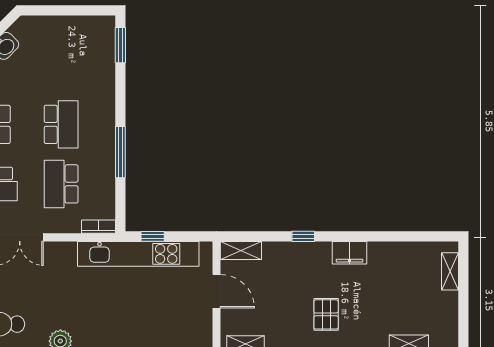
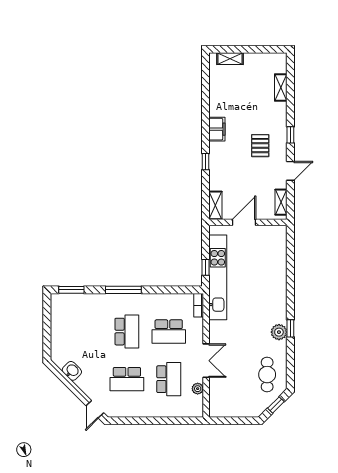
school desk: (61, 124) -> (127, 332), turned 90
window: (120, 152) -> (123, 290), moved
pallet: (326, 314) -> (260, 146), turned 90

